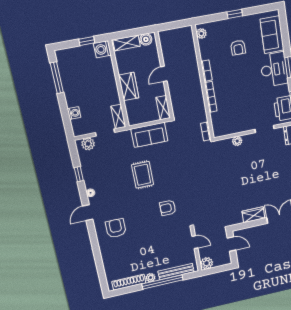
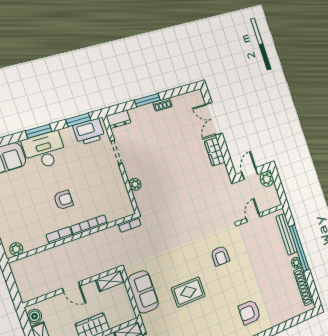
armchair: (238, 48) -> (63, 200), moved
plant: (207, 263) -> (267, 179), moved

